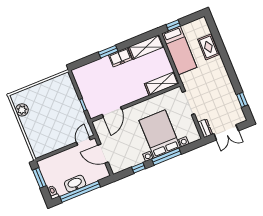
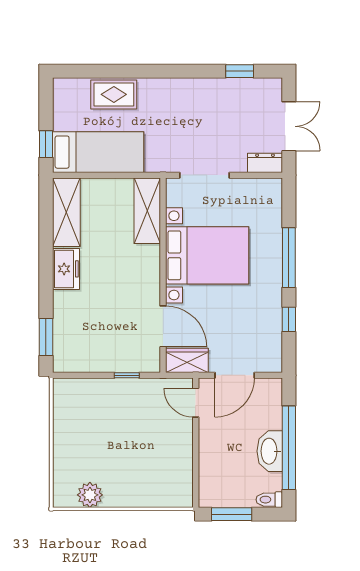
window: (108, 52) -> (46, 337), moved
wardrobe: (101, 129) -> (187, 360), added
bed with nightstands: (160, 134) -> (207, 255), moved, turned 180

